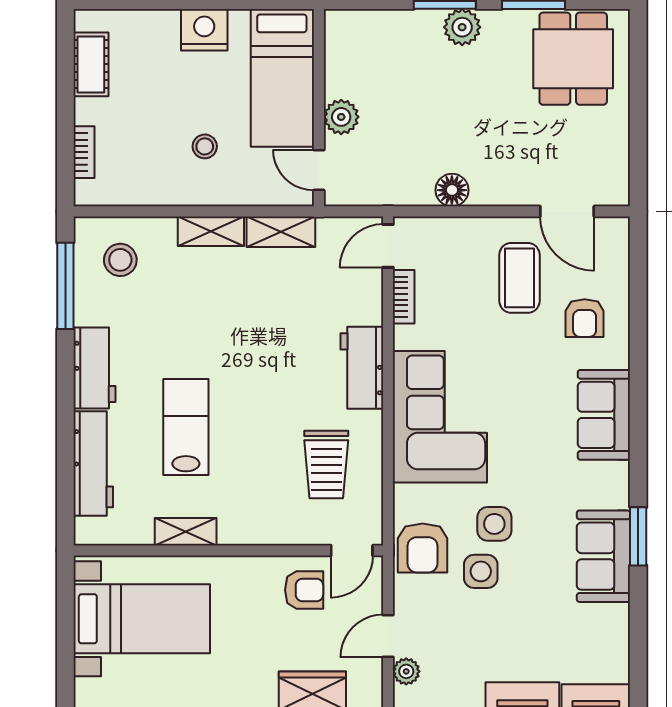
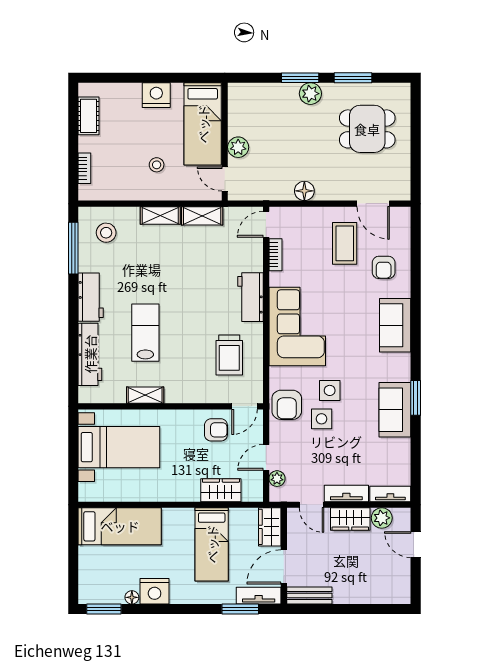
dining table: (573, 59) -> (367, 129), moved, turned 90

